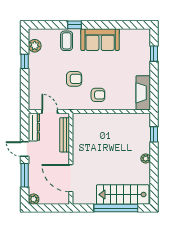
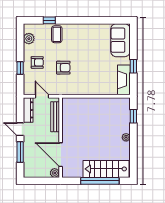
window: (74, 25) -> (49, 20), moved
sofa: (100, 40) -> (120, 40), moved, turned 90
window: (154, 54) -> (133, 66), moved
window: (25, 61) -> (20, 68), moved
armchair: (98, 95) -> (37, 62), moved
plant: (34, 199) -> (55, 173), moved

